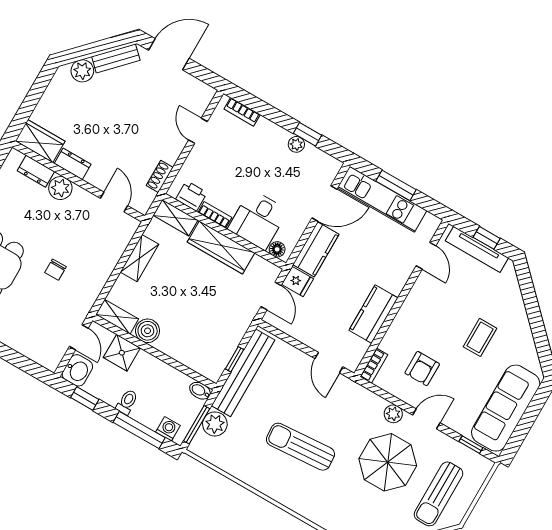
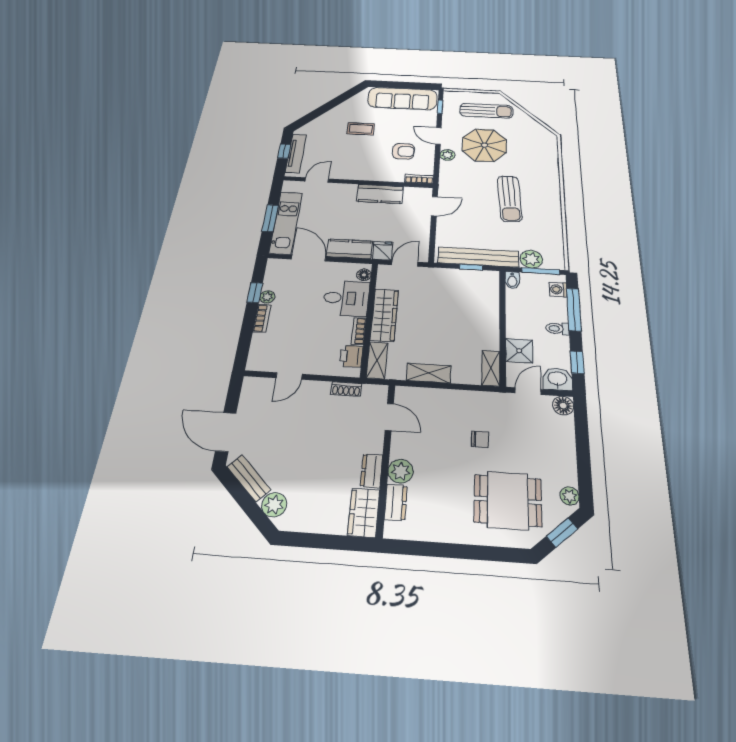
bookcase: (242, 112) -> (262, 318), moved
door: (114, 202) -> (389, 417), swing flipped
boiler: (148, 331) -> (488, 339), removed
floor lamp: (51, 360) -> (563, 406), added

